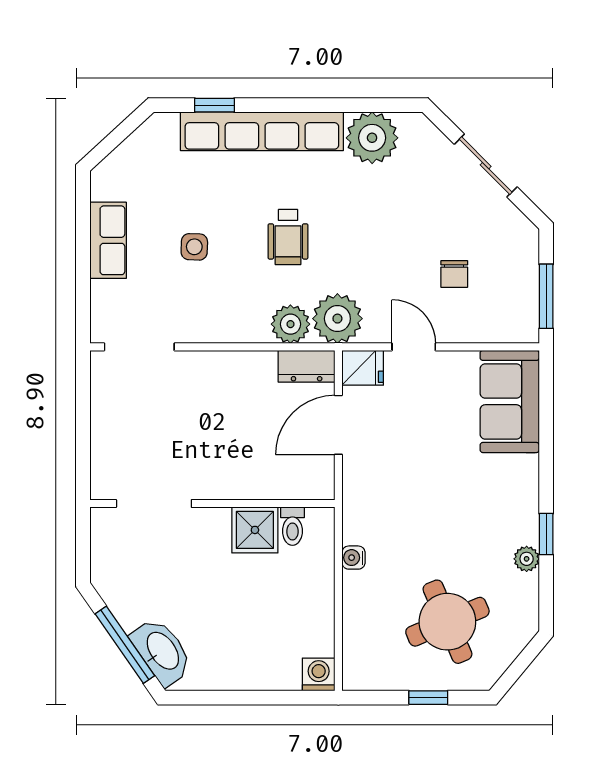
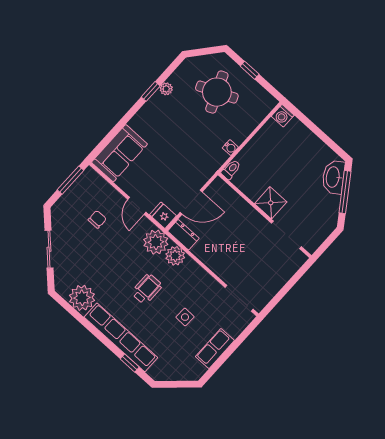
toilet: (292, 526) -> (231, 170), moved
shower: (255, 530) -> (271, 203), moved

